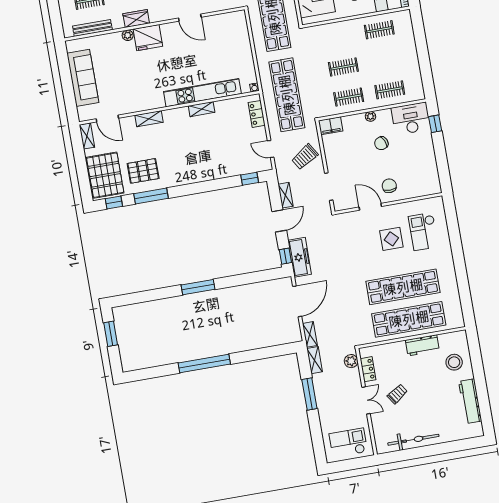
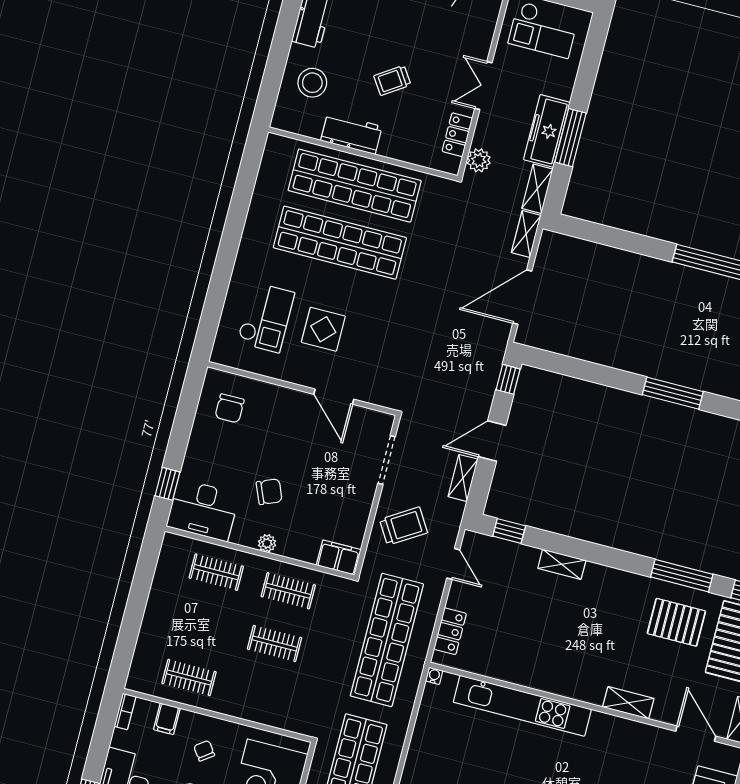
shelving: (202, 109) -> (562, 564), moved
chair: (389, 186) -> (230, 408), moved
freezer: (300, 257) -> (547, 131), moved
trolley: (397, 394) -> (392, 80), moved

